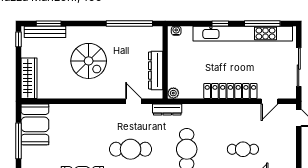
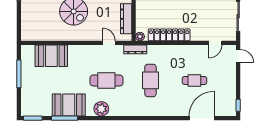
wardrobe: (29, 78) -> (27, 25), removed
locker: (230, 91) -> (169, 35), moved
booth: (35, 124) -> (51, 56), moved, turned 90

